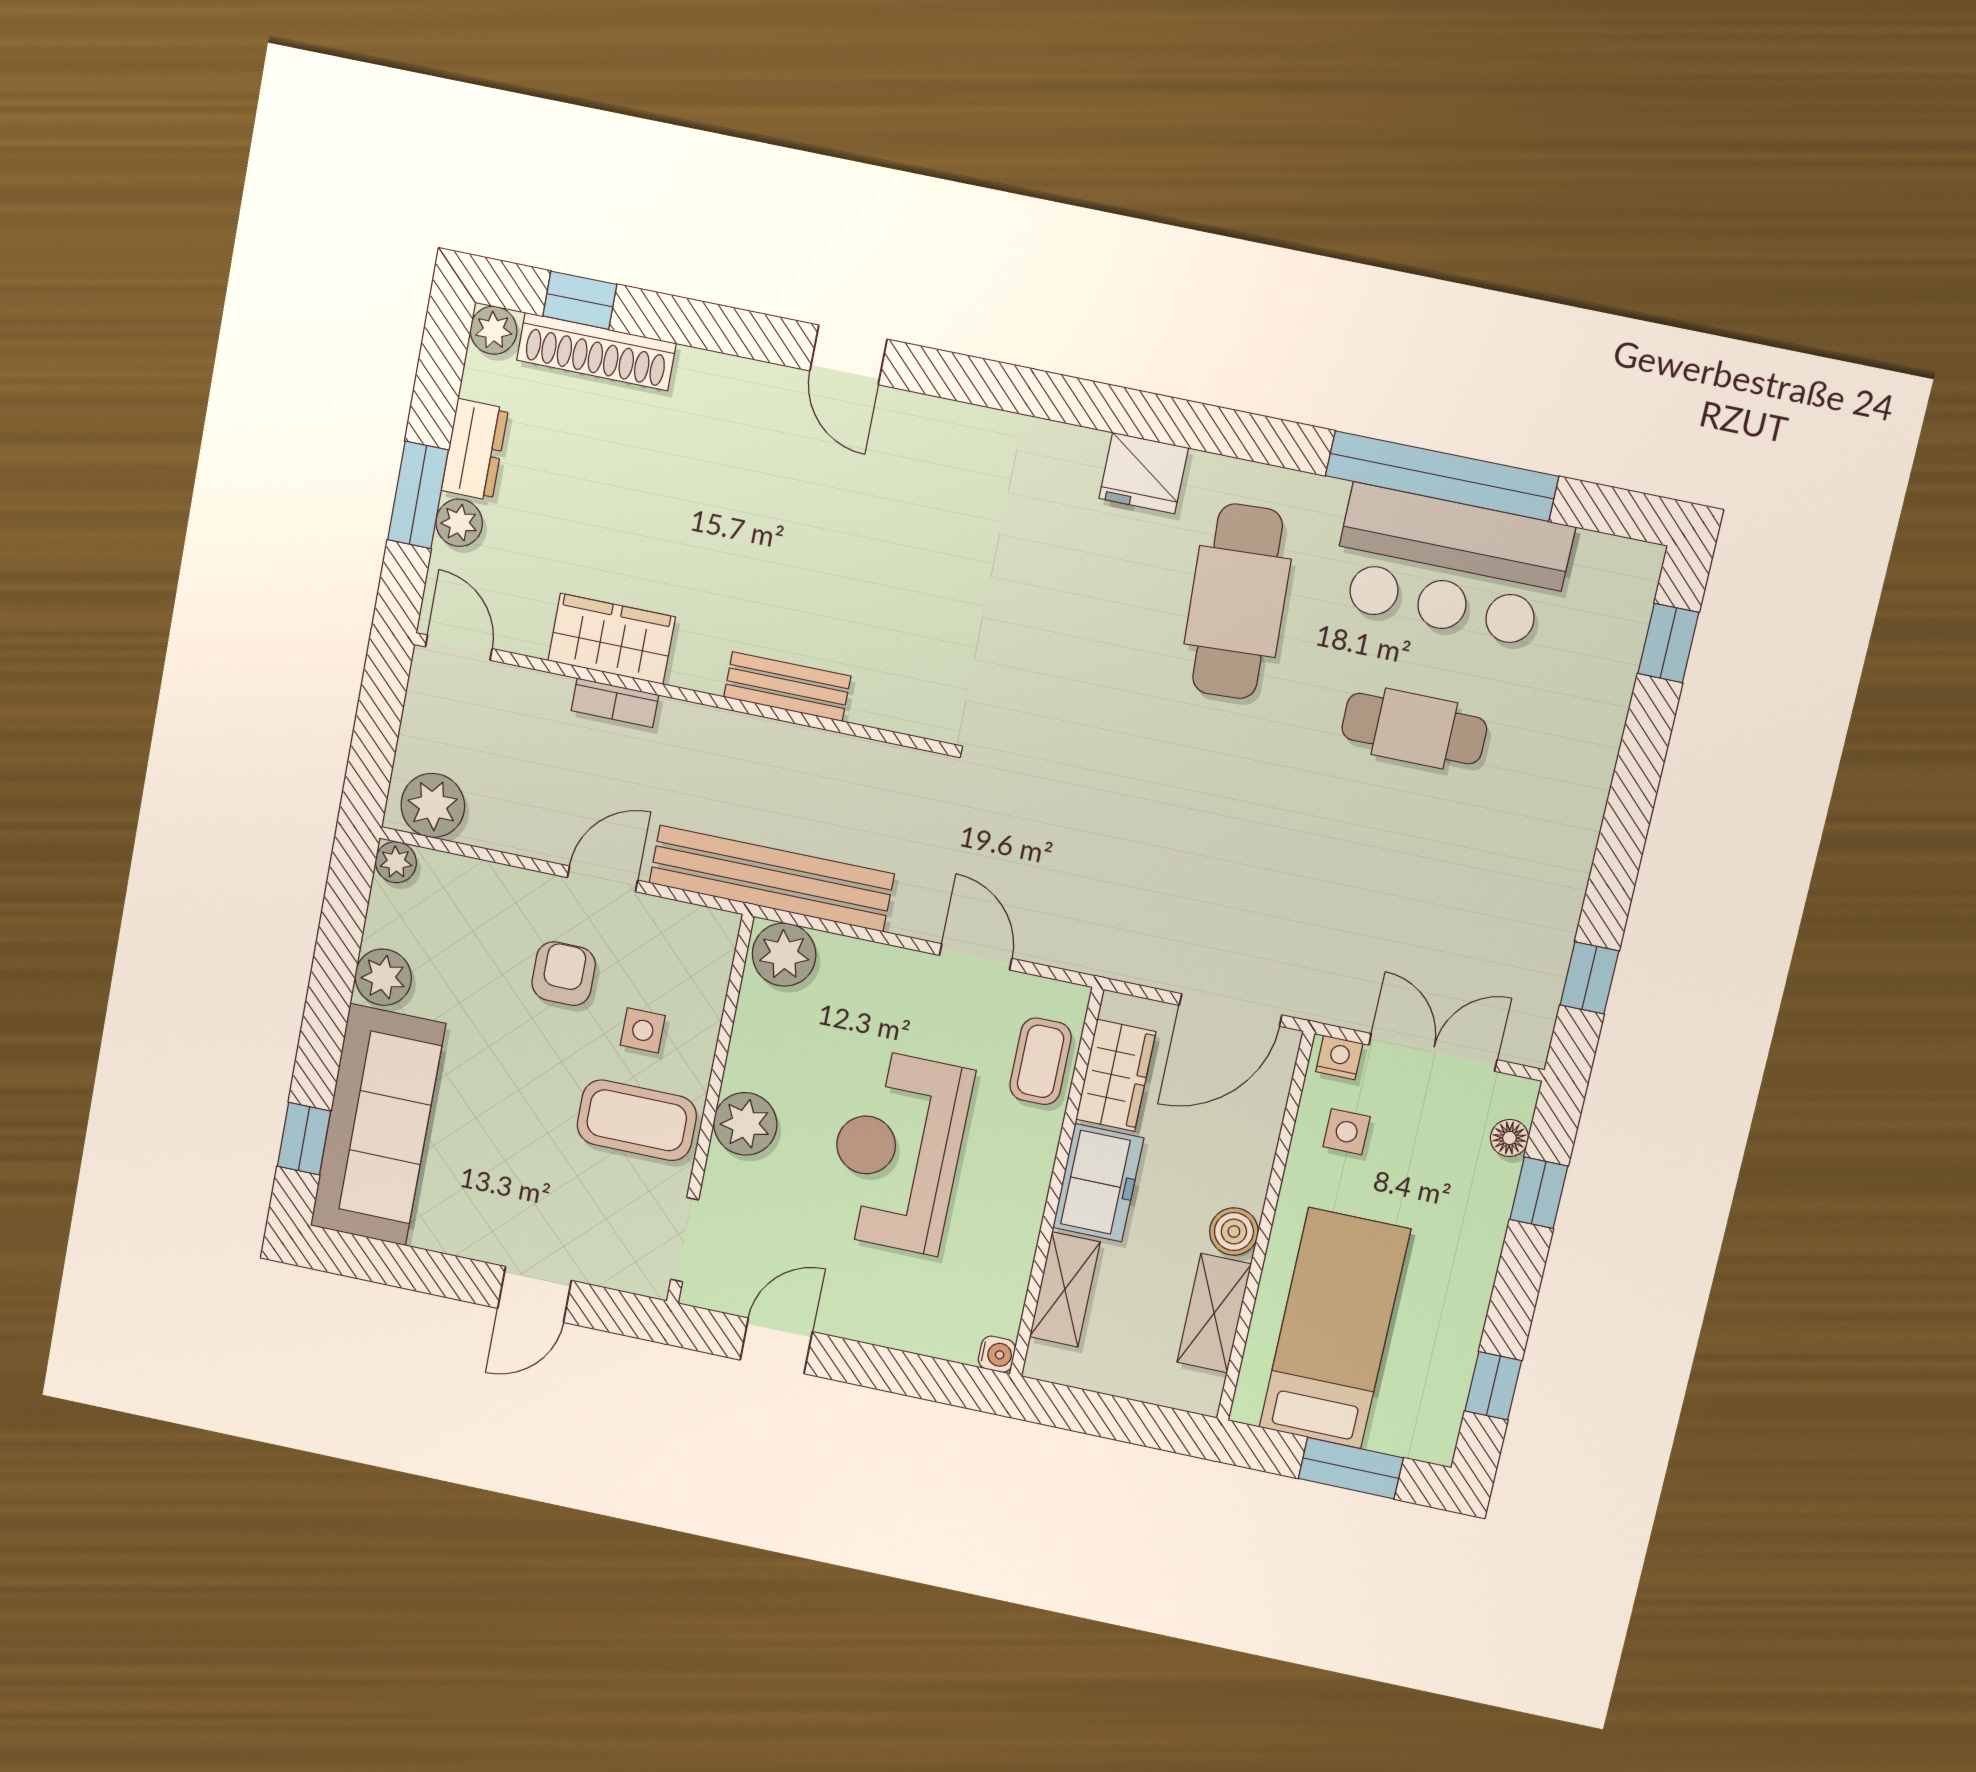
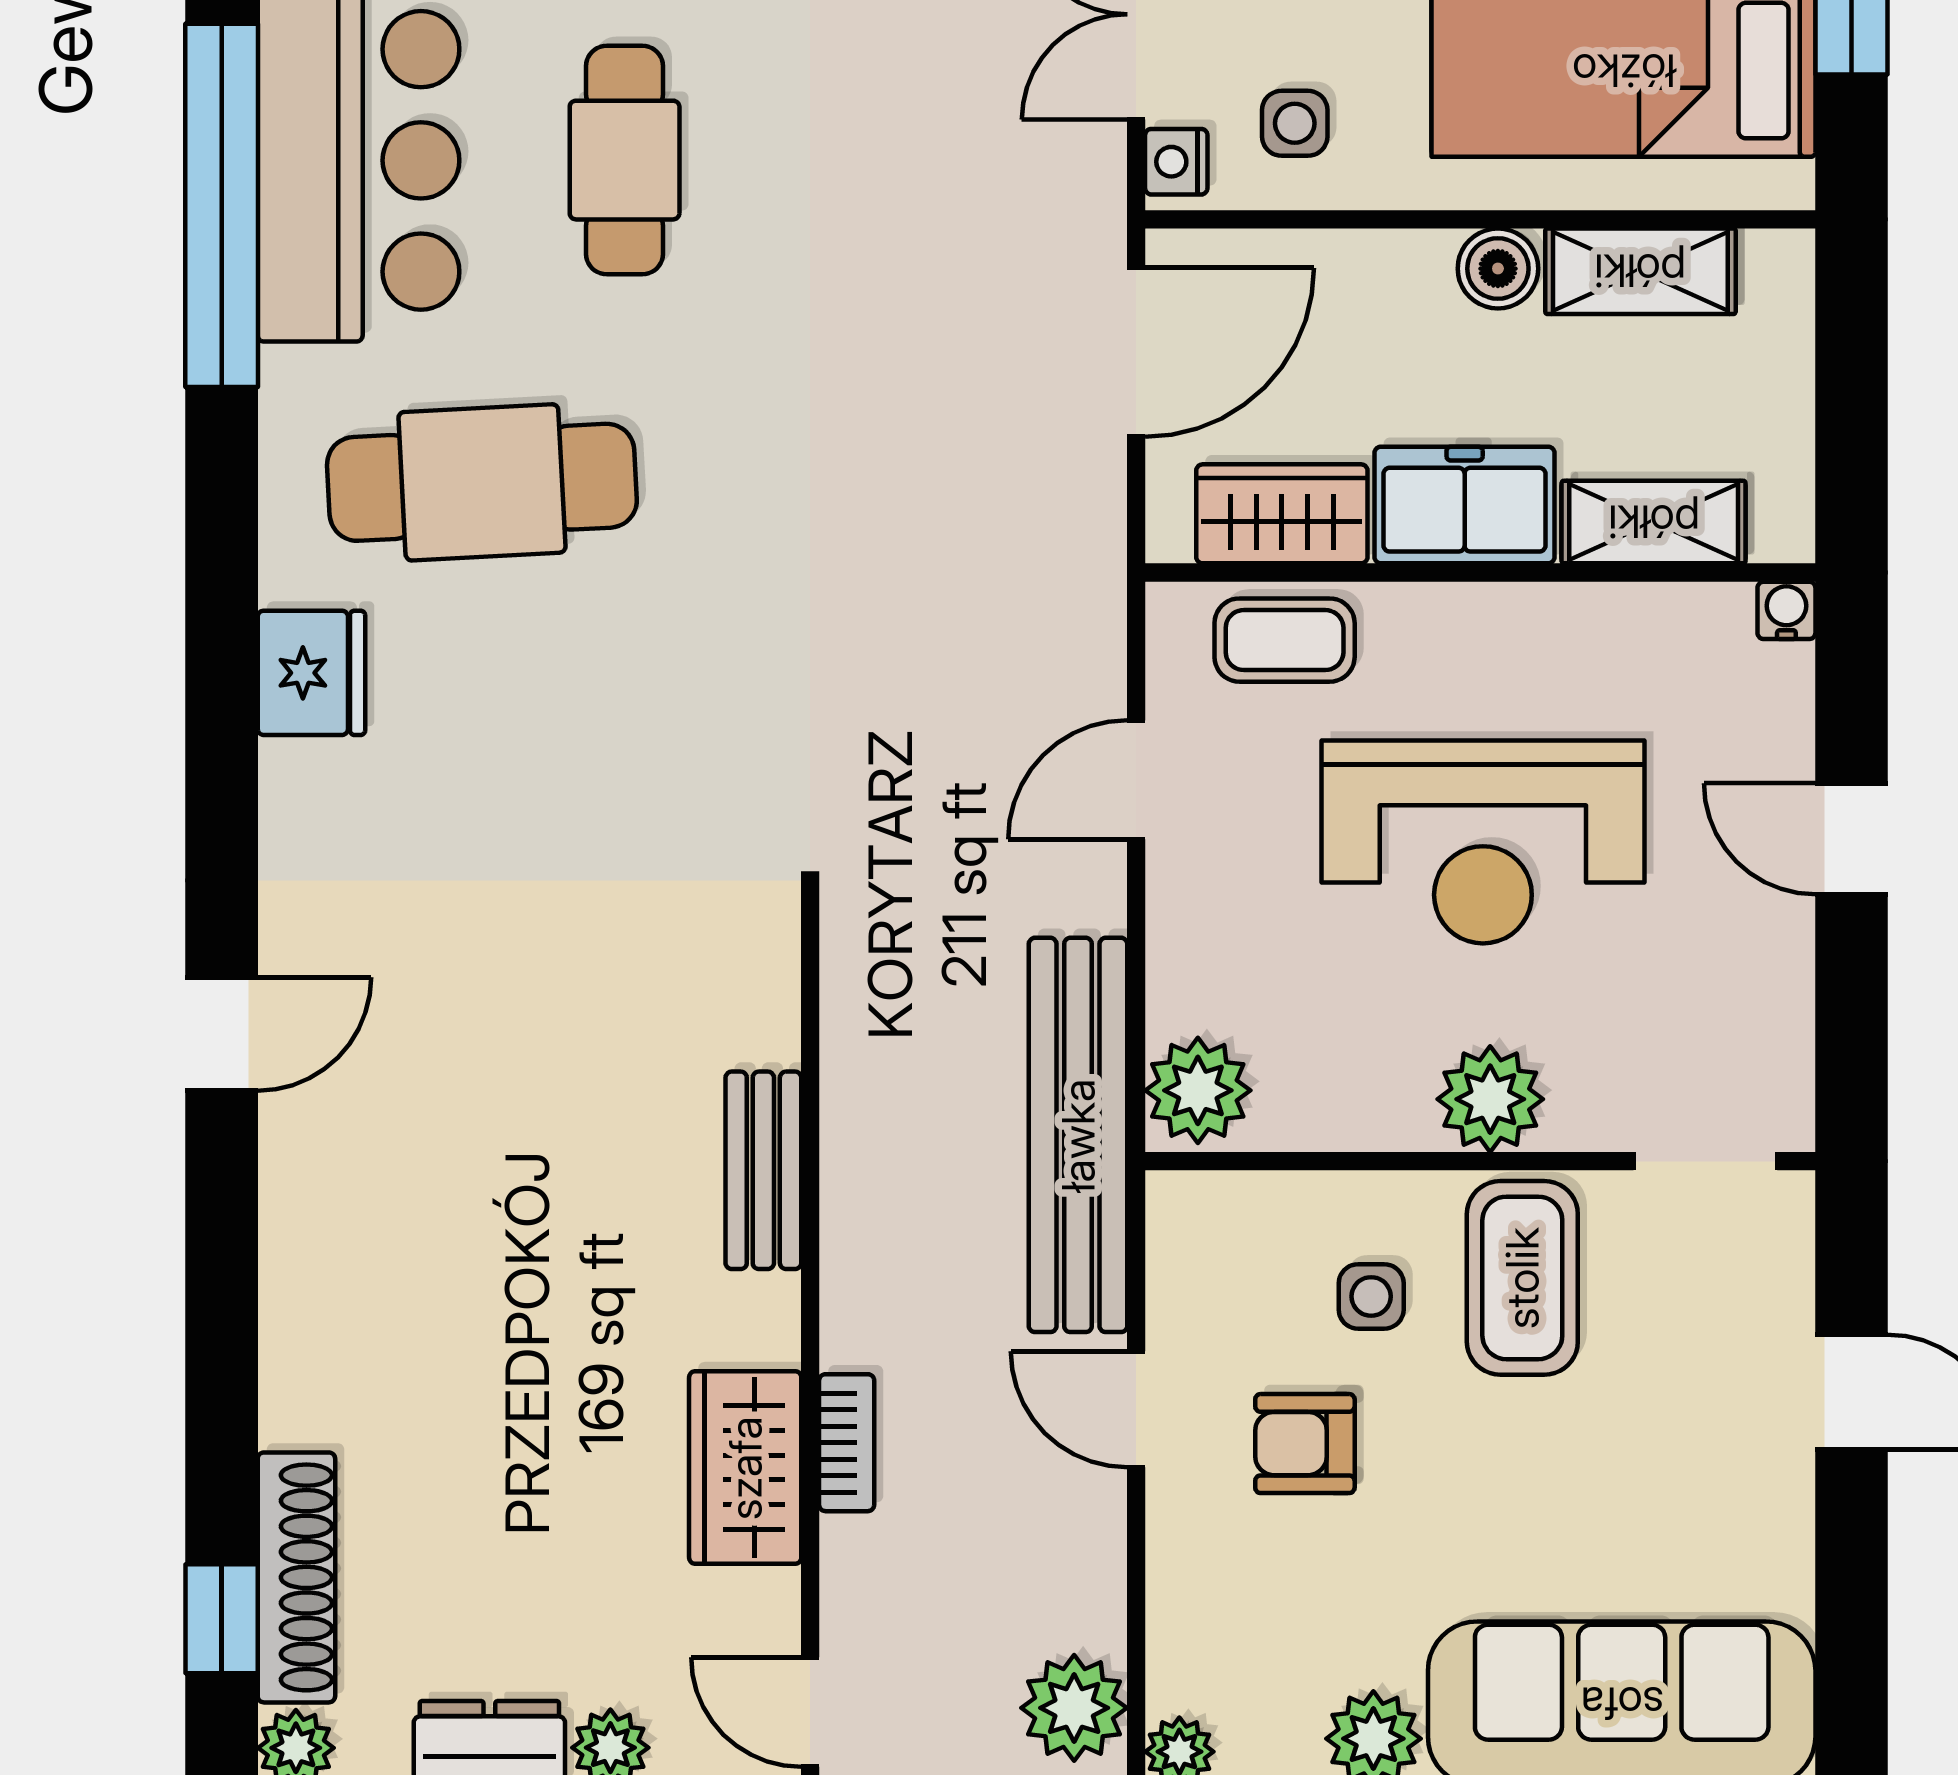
door: (848, 355) -> (222, 1034), moved
door: (459, 648) -> (810, 1712), hinge flipped
door: (1231, 1010) -> (1136, 352), hinge flipped
door: (776, 1346) -> (1852, 839), moved

